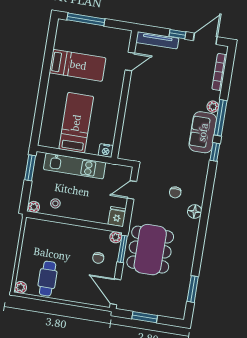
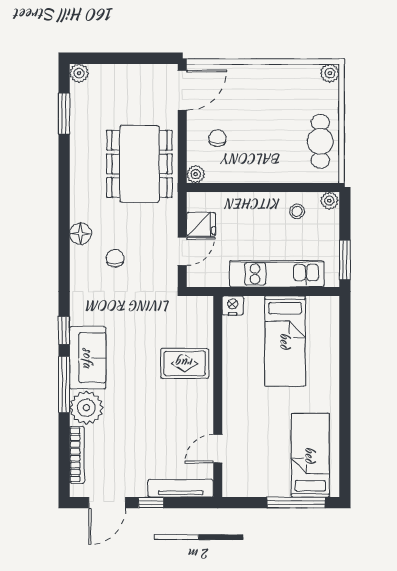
bed: (78, 65) -> (310, 455), moved, turned 90
plant: (213, 107) -> (86, 408), width x1.88, depth x1.88
rug: (142, 119) -> (185, 363), added
fridge: (117, 217) -> (201, 224), moved, turned -90
window: (122, 249) -> (182, 158), removed
cafe table: (48, 279) -> (320, 141), moved
door: (116, 292) -> (182, 90), hinge flipped
plant: (179, 313) -> (79, 73), added
window: (145, 317) -> (131, 58), removed

